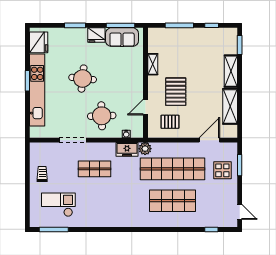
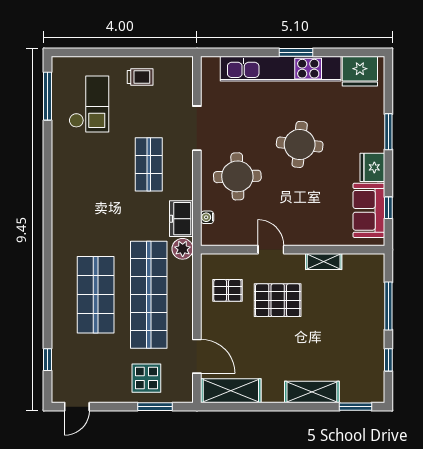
window: (121, 25) -> (388, 208), width x0.46
shelving: (230, 106) -> (231, 391), moved
door: (146, 107) -> (271, 250), moved
pallet: (170, 122) -> (227, 290), turned 90

